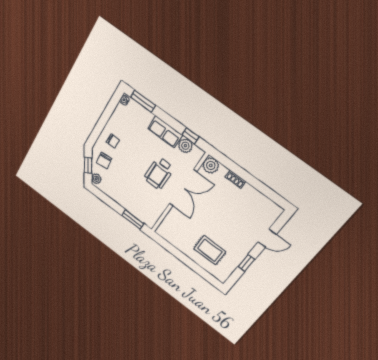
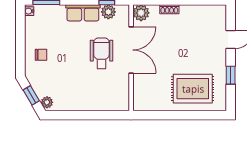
chair: (104, 161) -> (44, 79), removed
wheelchair: (159, 173) -> (101, 53), turned 180
window: (133, 220) -> (106, 115), removed
rug: (210, 250) -> (193, 89), width x1.36, depth x1.43

